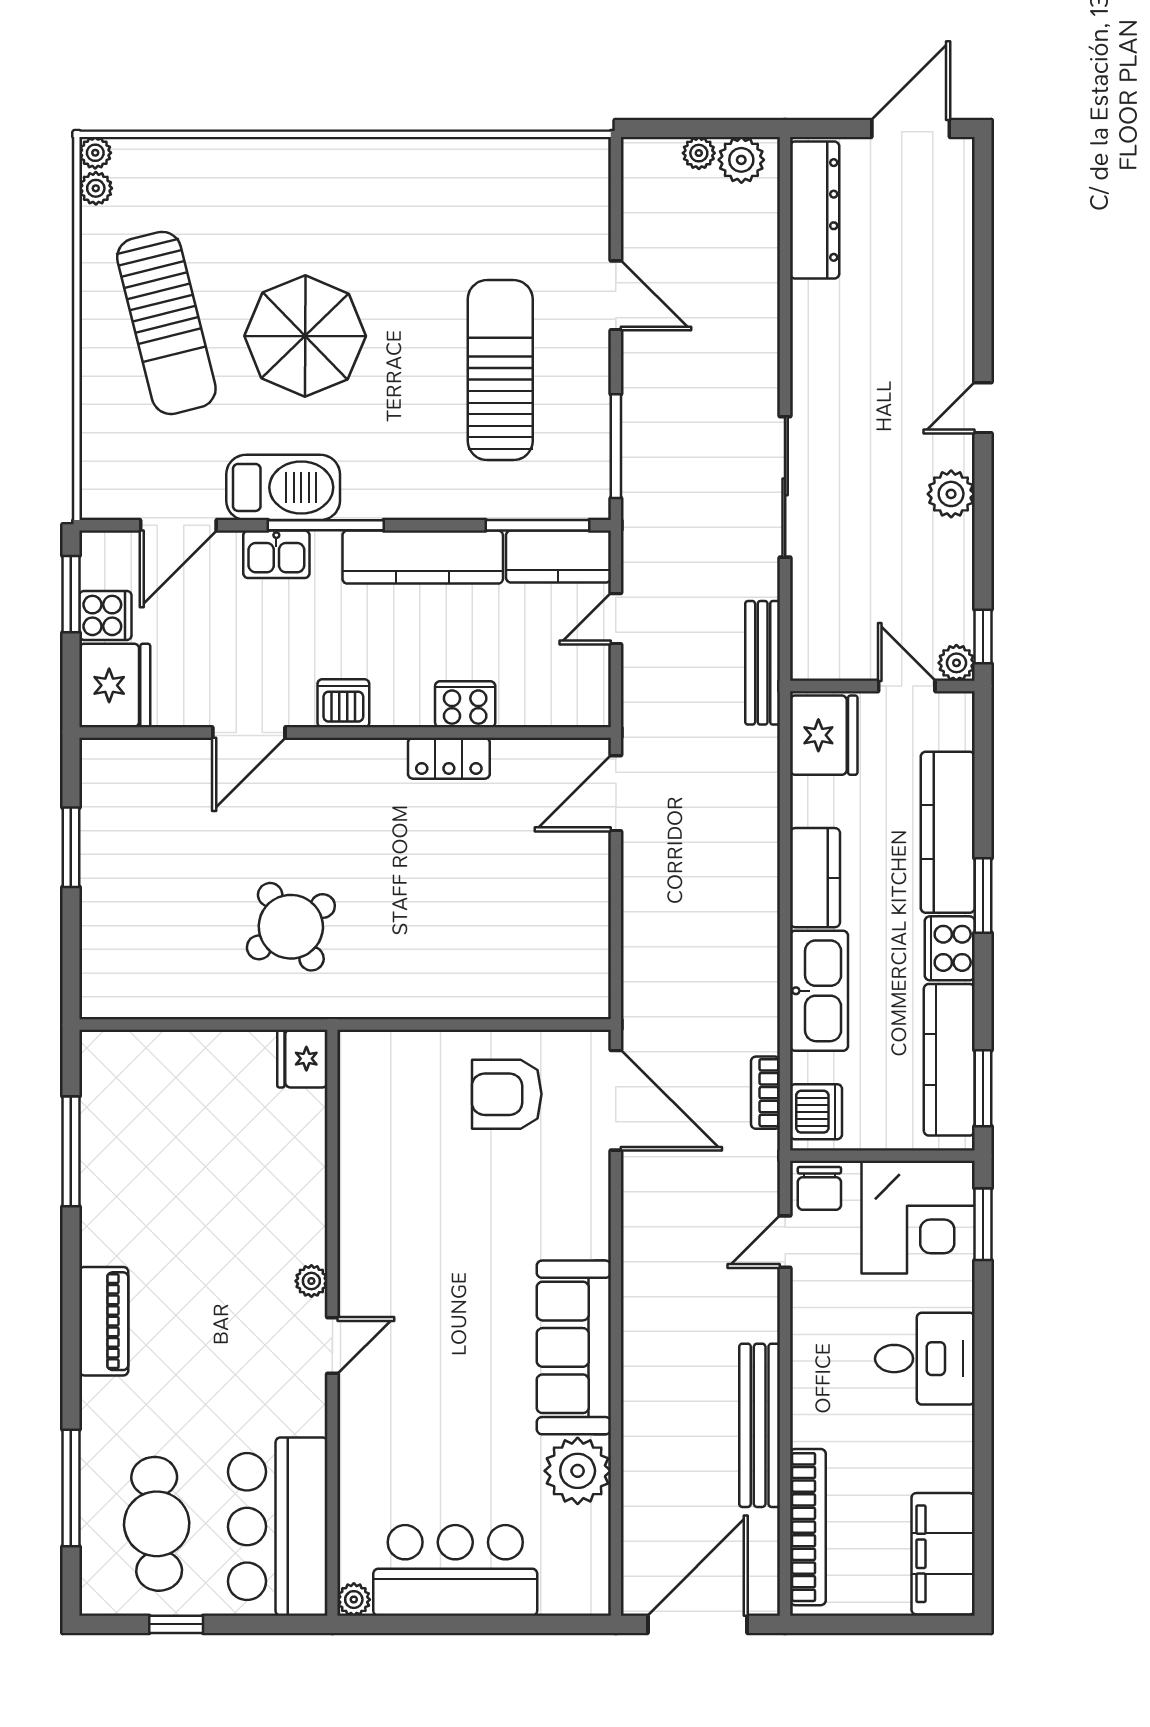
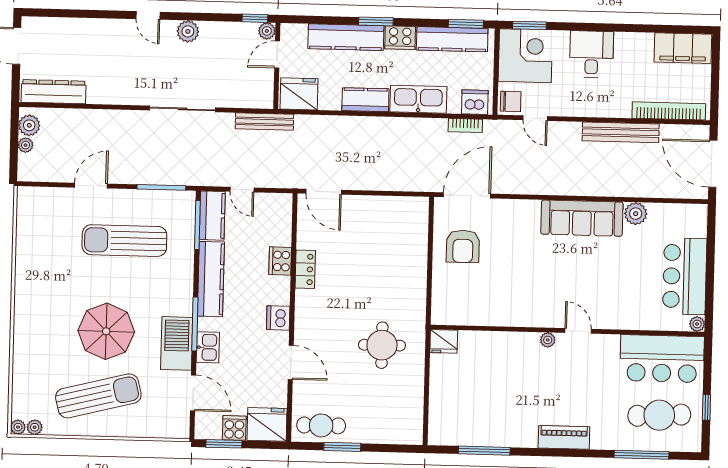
cafe table: (116, 801) -> (321, 425), added
round table: (291, 927) -> (382, 345), turned 33
plant: (578, 1471) -> (636, 214), width x0.73, depth x0.73

